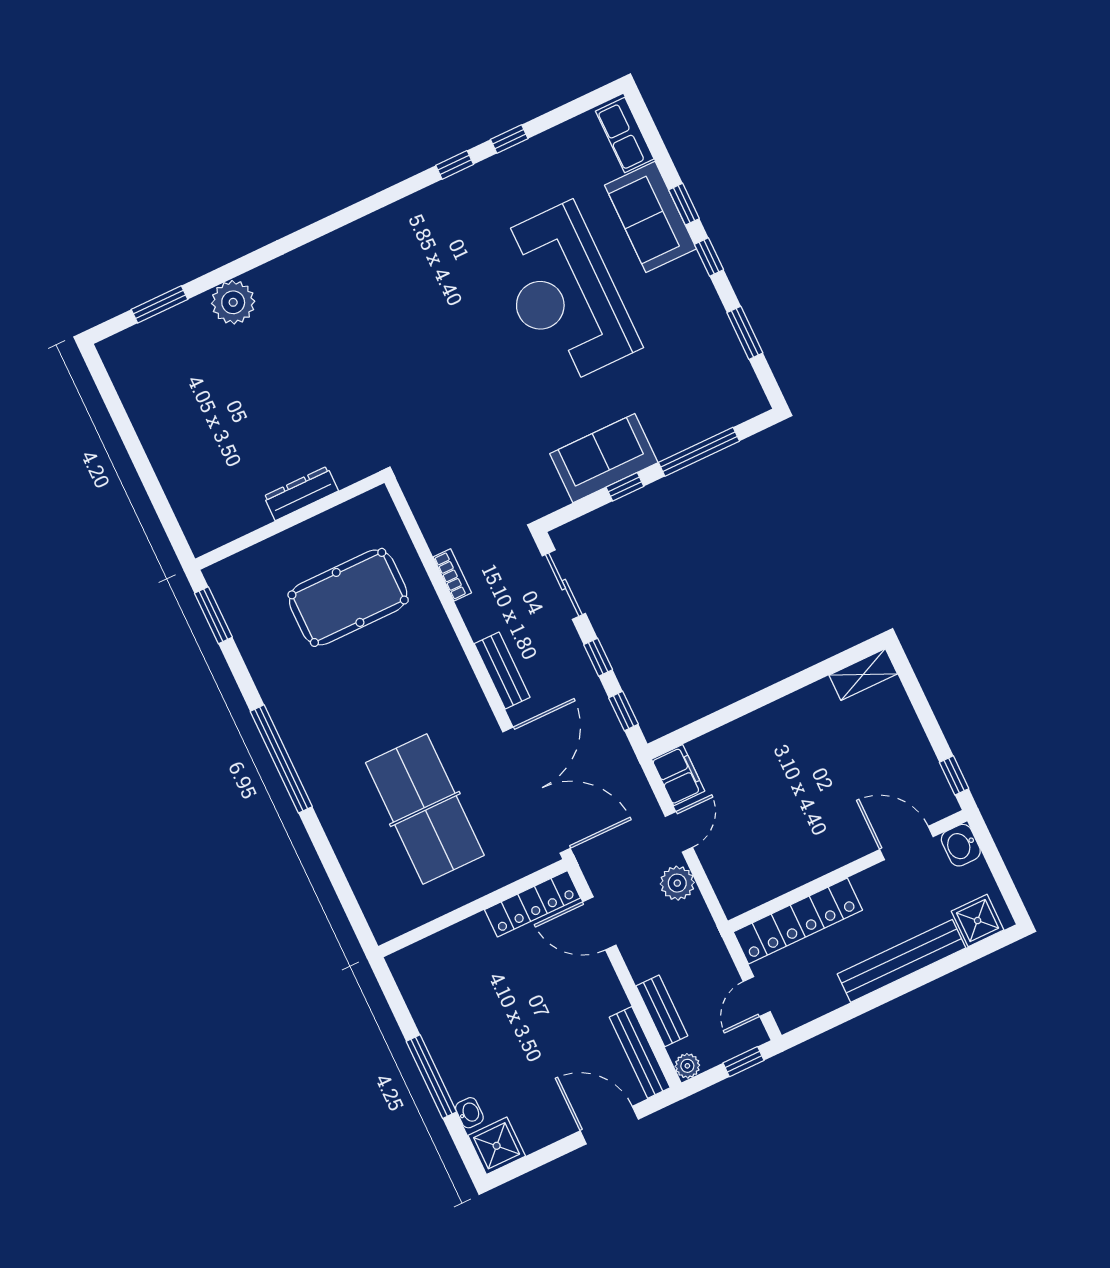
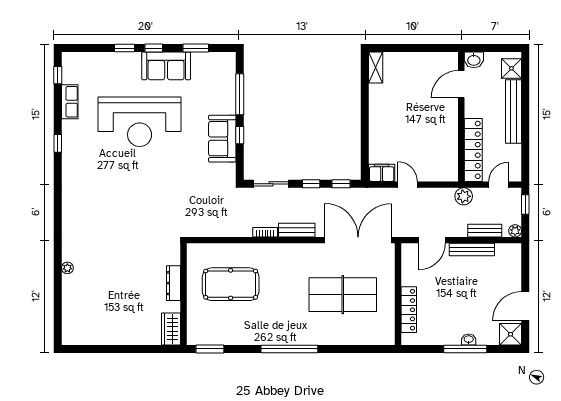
row of seats: (625, 135) -> (70, 102), moved, turned -90
window: (509, 139) -> (58, 75), moved
sofa: (651, 217) -> (166, 66), moved
plant: (233, 302) -> (67, 268), width x0.53, depth x0.53
window: (160, 304) -> (58, 307), removed
wardrobe: (216, 528) -> (171, 329), added
bookcase: (452, 575) -> (265, 232), moved
pool table: (348, 597) -> (231, 284), turned 90
window: (954, 775) -> (441, 48), removed
plant: (677, 883) -> (464, 196), moved
locker: (532, 904) -> (409, 310), moved
door: (757, 996) -> (499, 185), swing flipped
bench: (640, 1052) -> (472, 250), moved
washbasin: (469, 1113) -> (469, 339), moved
door: (609, 1125) -> (525, 306), moved

